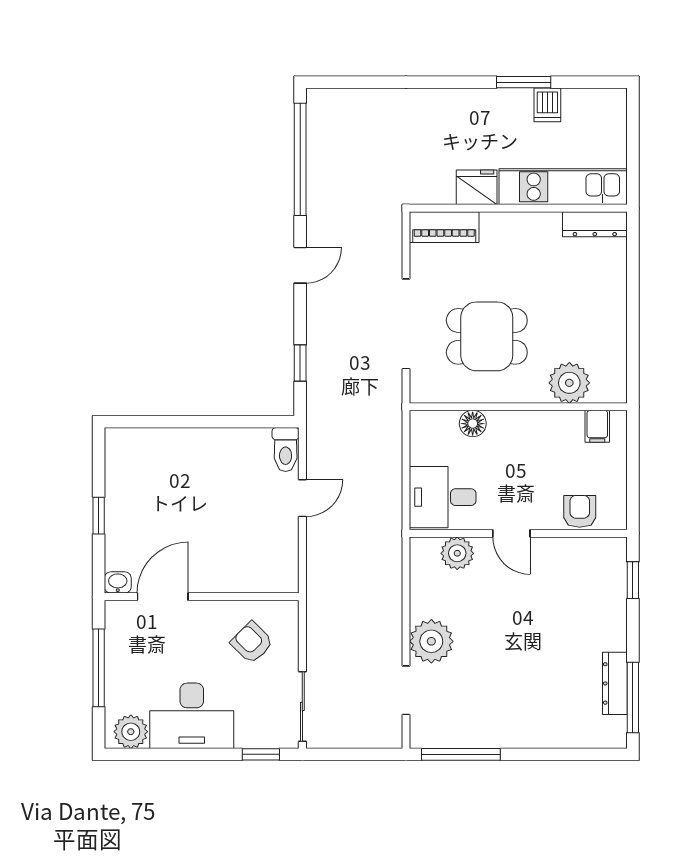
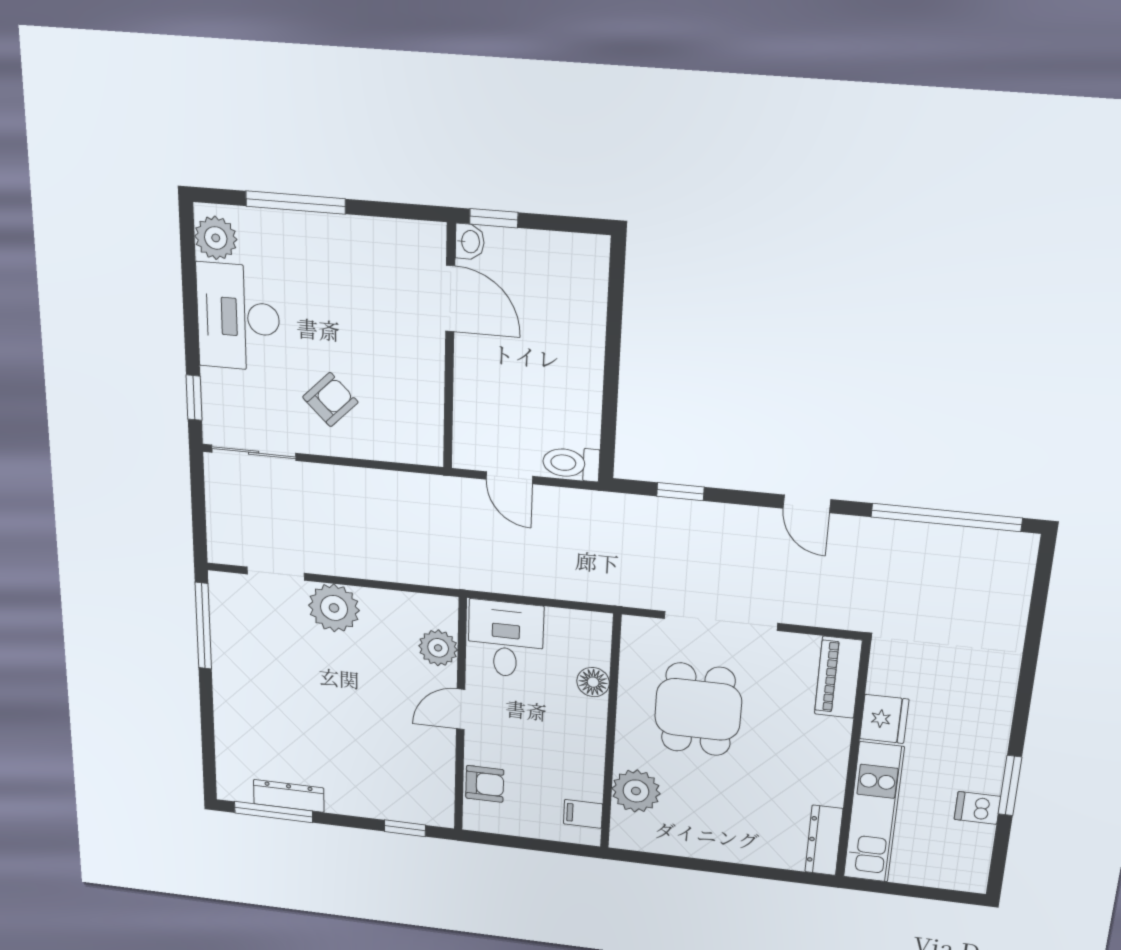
washbasin: (118, 582) -> (470, 242), moved
door: (163, 597) -> (450, 299), moved
wall: (202, 597) -> (449, 348), moved

